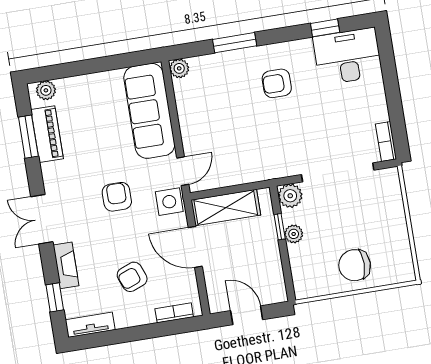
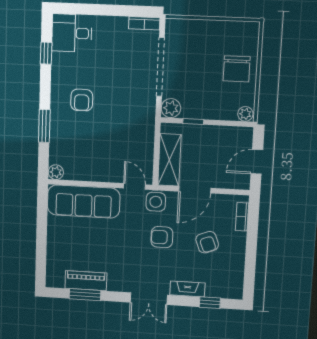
desk: (348, 56) -> (72, 33), width x0.73
plant: (46, 90) -> (53, 274), removed
armchair: (117, 197) -> (162, 237), moved
plant: (294, 234) -> (245, 114), moved
tv unit: (90, 325) -> (237, 281), removed

